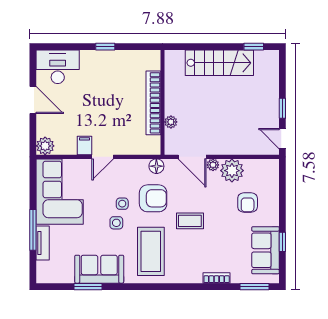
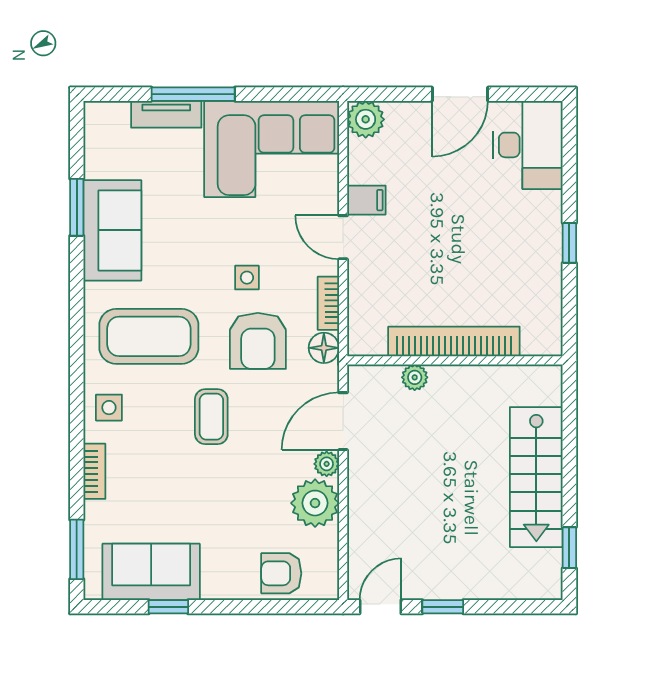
bookcase: (135, 164) -> (328, 303), added
armchair: (248, 202) -> (281, 573), moved
side table: (116, 223) -> (109, 408), moved

